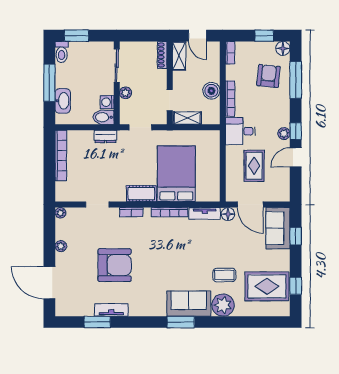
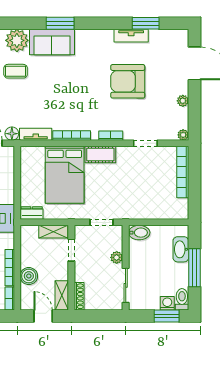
boiler: (211, 91) -> (29, 276), moved
bookcase: (230, 98) -> (10, 268), moved
washing machine: (107, 102) -> (167, 303), moved, turned -90
dresser: (105, 136) -> (32, 213), moved
bookcase: (61, 155) -> (183, 172), moved

